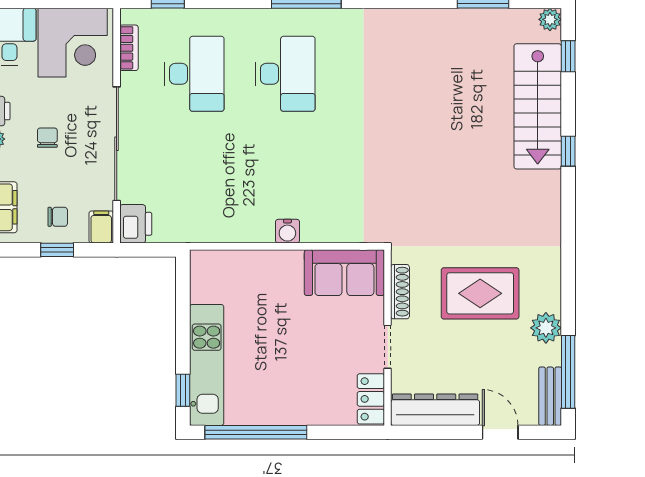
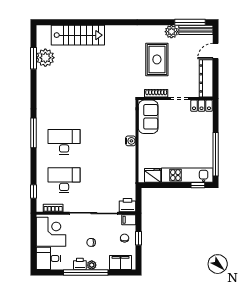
plant: (550, 19) -> (45, 58), moved, width x1.87, depth x1.87
window: (568, 56) -> (57, 22), removed
window: (568, 151) -> (97, 22), removed
fridge: (206, 283) -> (153, 175), added
bench: (550, 396) -> (196, 30), width x1.36

